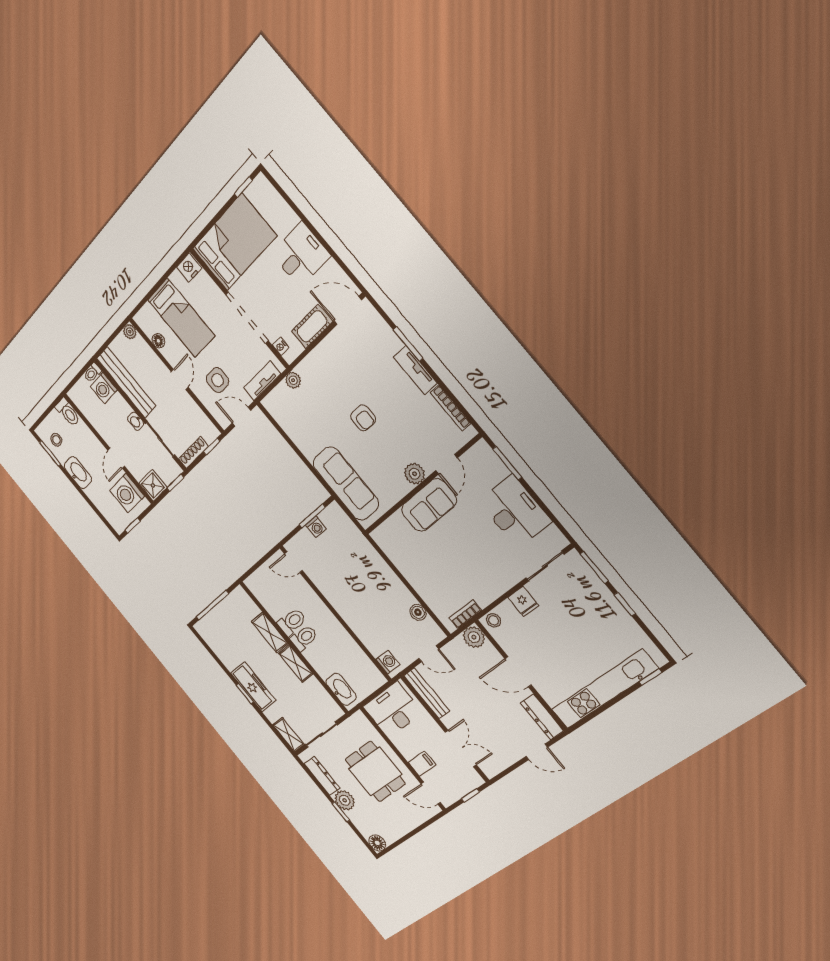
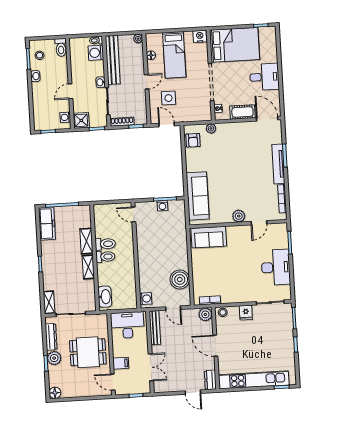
tv unit: (415, 370) -> (278, 164), width x1.41
tv unit: (262, 381) -> (194, 117), removed
armchair: (363, 418) -> (193, 140), moved
washbasin: (78, 473) -> (35, 76), width x0.52, depth x0.69
washing machine: (127, 493) -> (65, 117), width x0.53, depth x0.53
sofa: (429, 505) -> (209, 237), moved
boiler: (418, 612) -> (180, 279), width x1.86, depth x1.86
freezer: (253, 687) -> (47, 224), moved
dresser: (542, 717) -> (210, 380), width x0.70
dining table: (375, 771) -> (88, 352), turned 90

